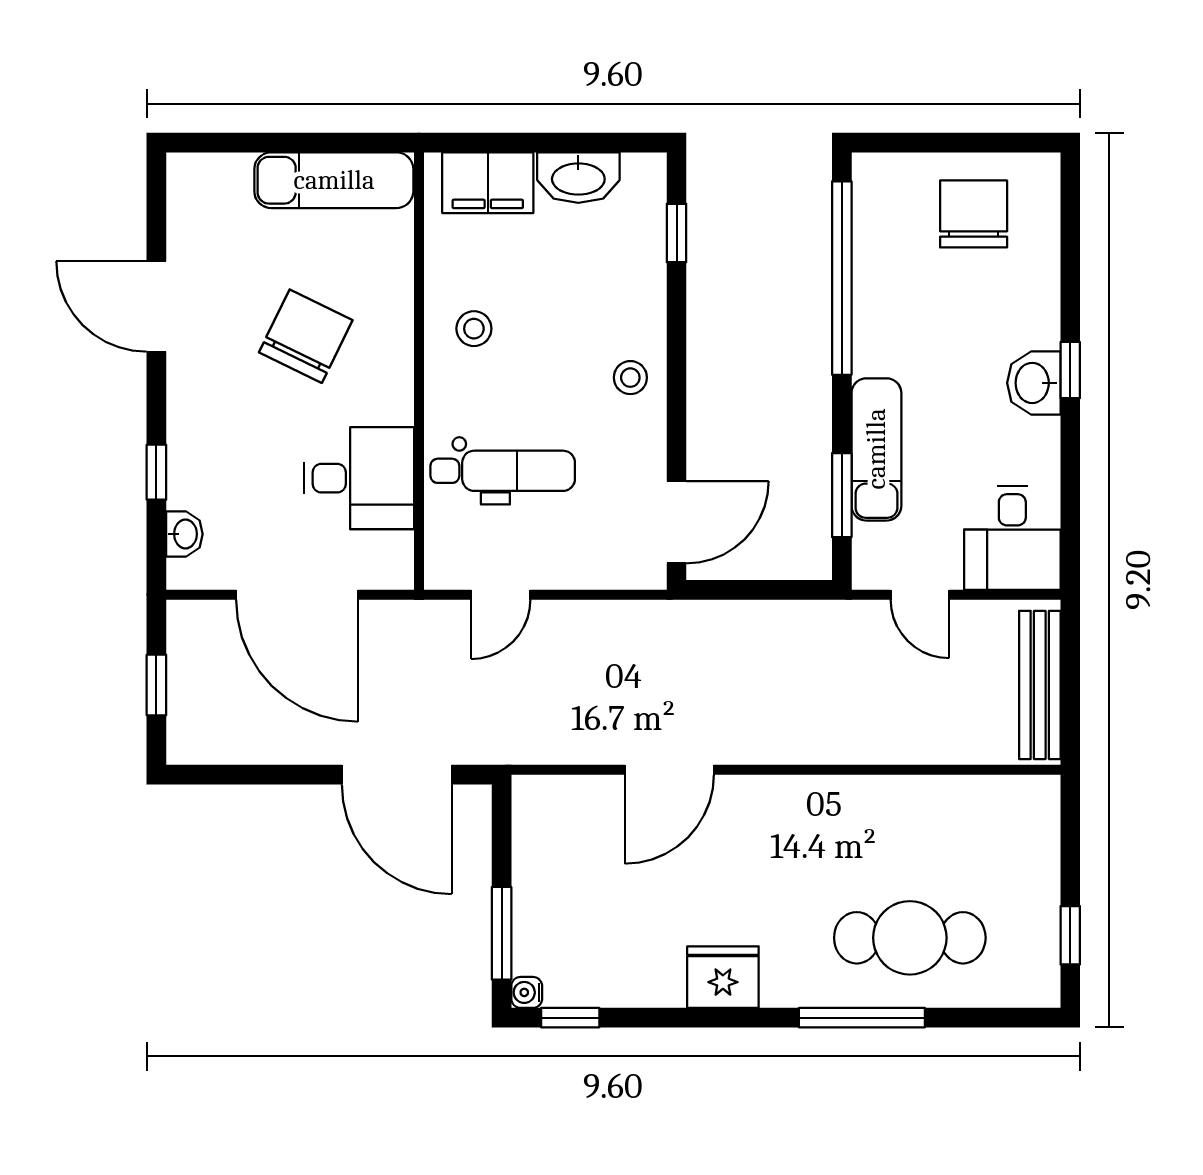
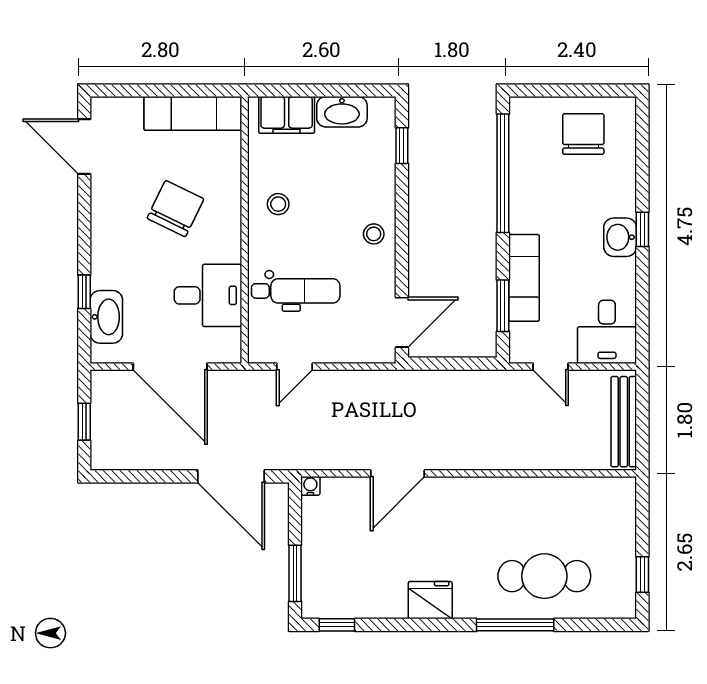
door: (156, 306) -> (84, 147), moved
washbasin: (184, 534) -> (106, 317), width x1.91, depth x1.45
water cooler: (527, 992) -> (310, 486), moved, turned 90

